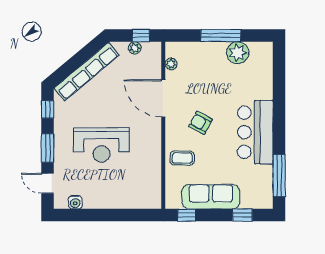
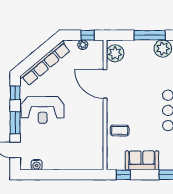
plant: (171, 64) -> (115, 53), width x1.87, depth x1.87
armchair: (200, 123) -> (134, 103), removed
reception desk: (101, 145) -> (43, 110), moved
sofa: (211, 197) -> (142, 160), width x0.73

